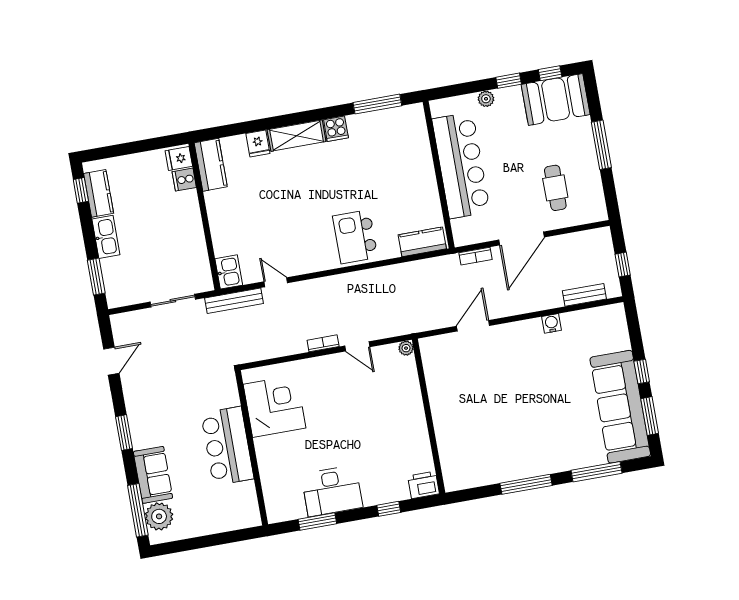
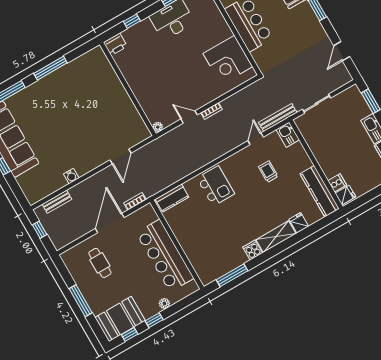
kitchen counter: (211, 165) -> (320, 191), width x1.50
trolley: (275, 230) -> (268, 172), added
door: (276, 282) -> (256, 139), swing flipped

